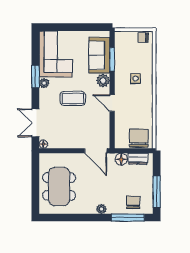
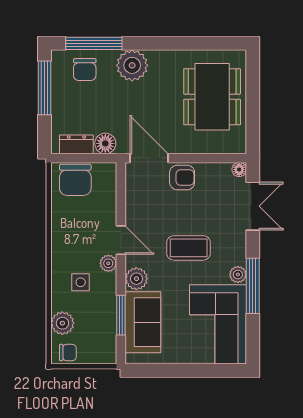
plant: (146, 55) -> (62, 323), added
window: (35, 76) -> (253, 286), width x1.44
plant: (119, 90) -> (108, 263), added
armchair: (77, 139) -> (182, 178), added
plant: (101, 209) -> (132, 65), width x1.87, depth x1.87

